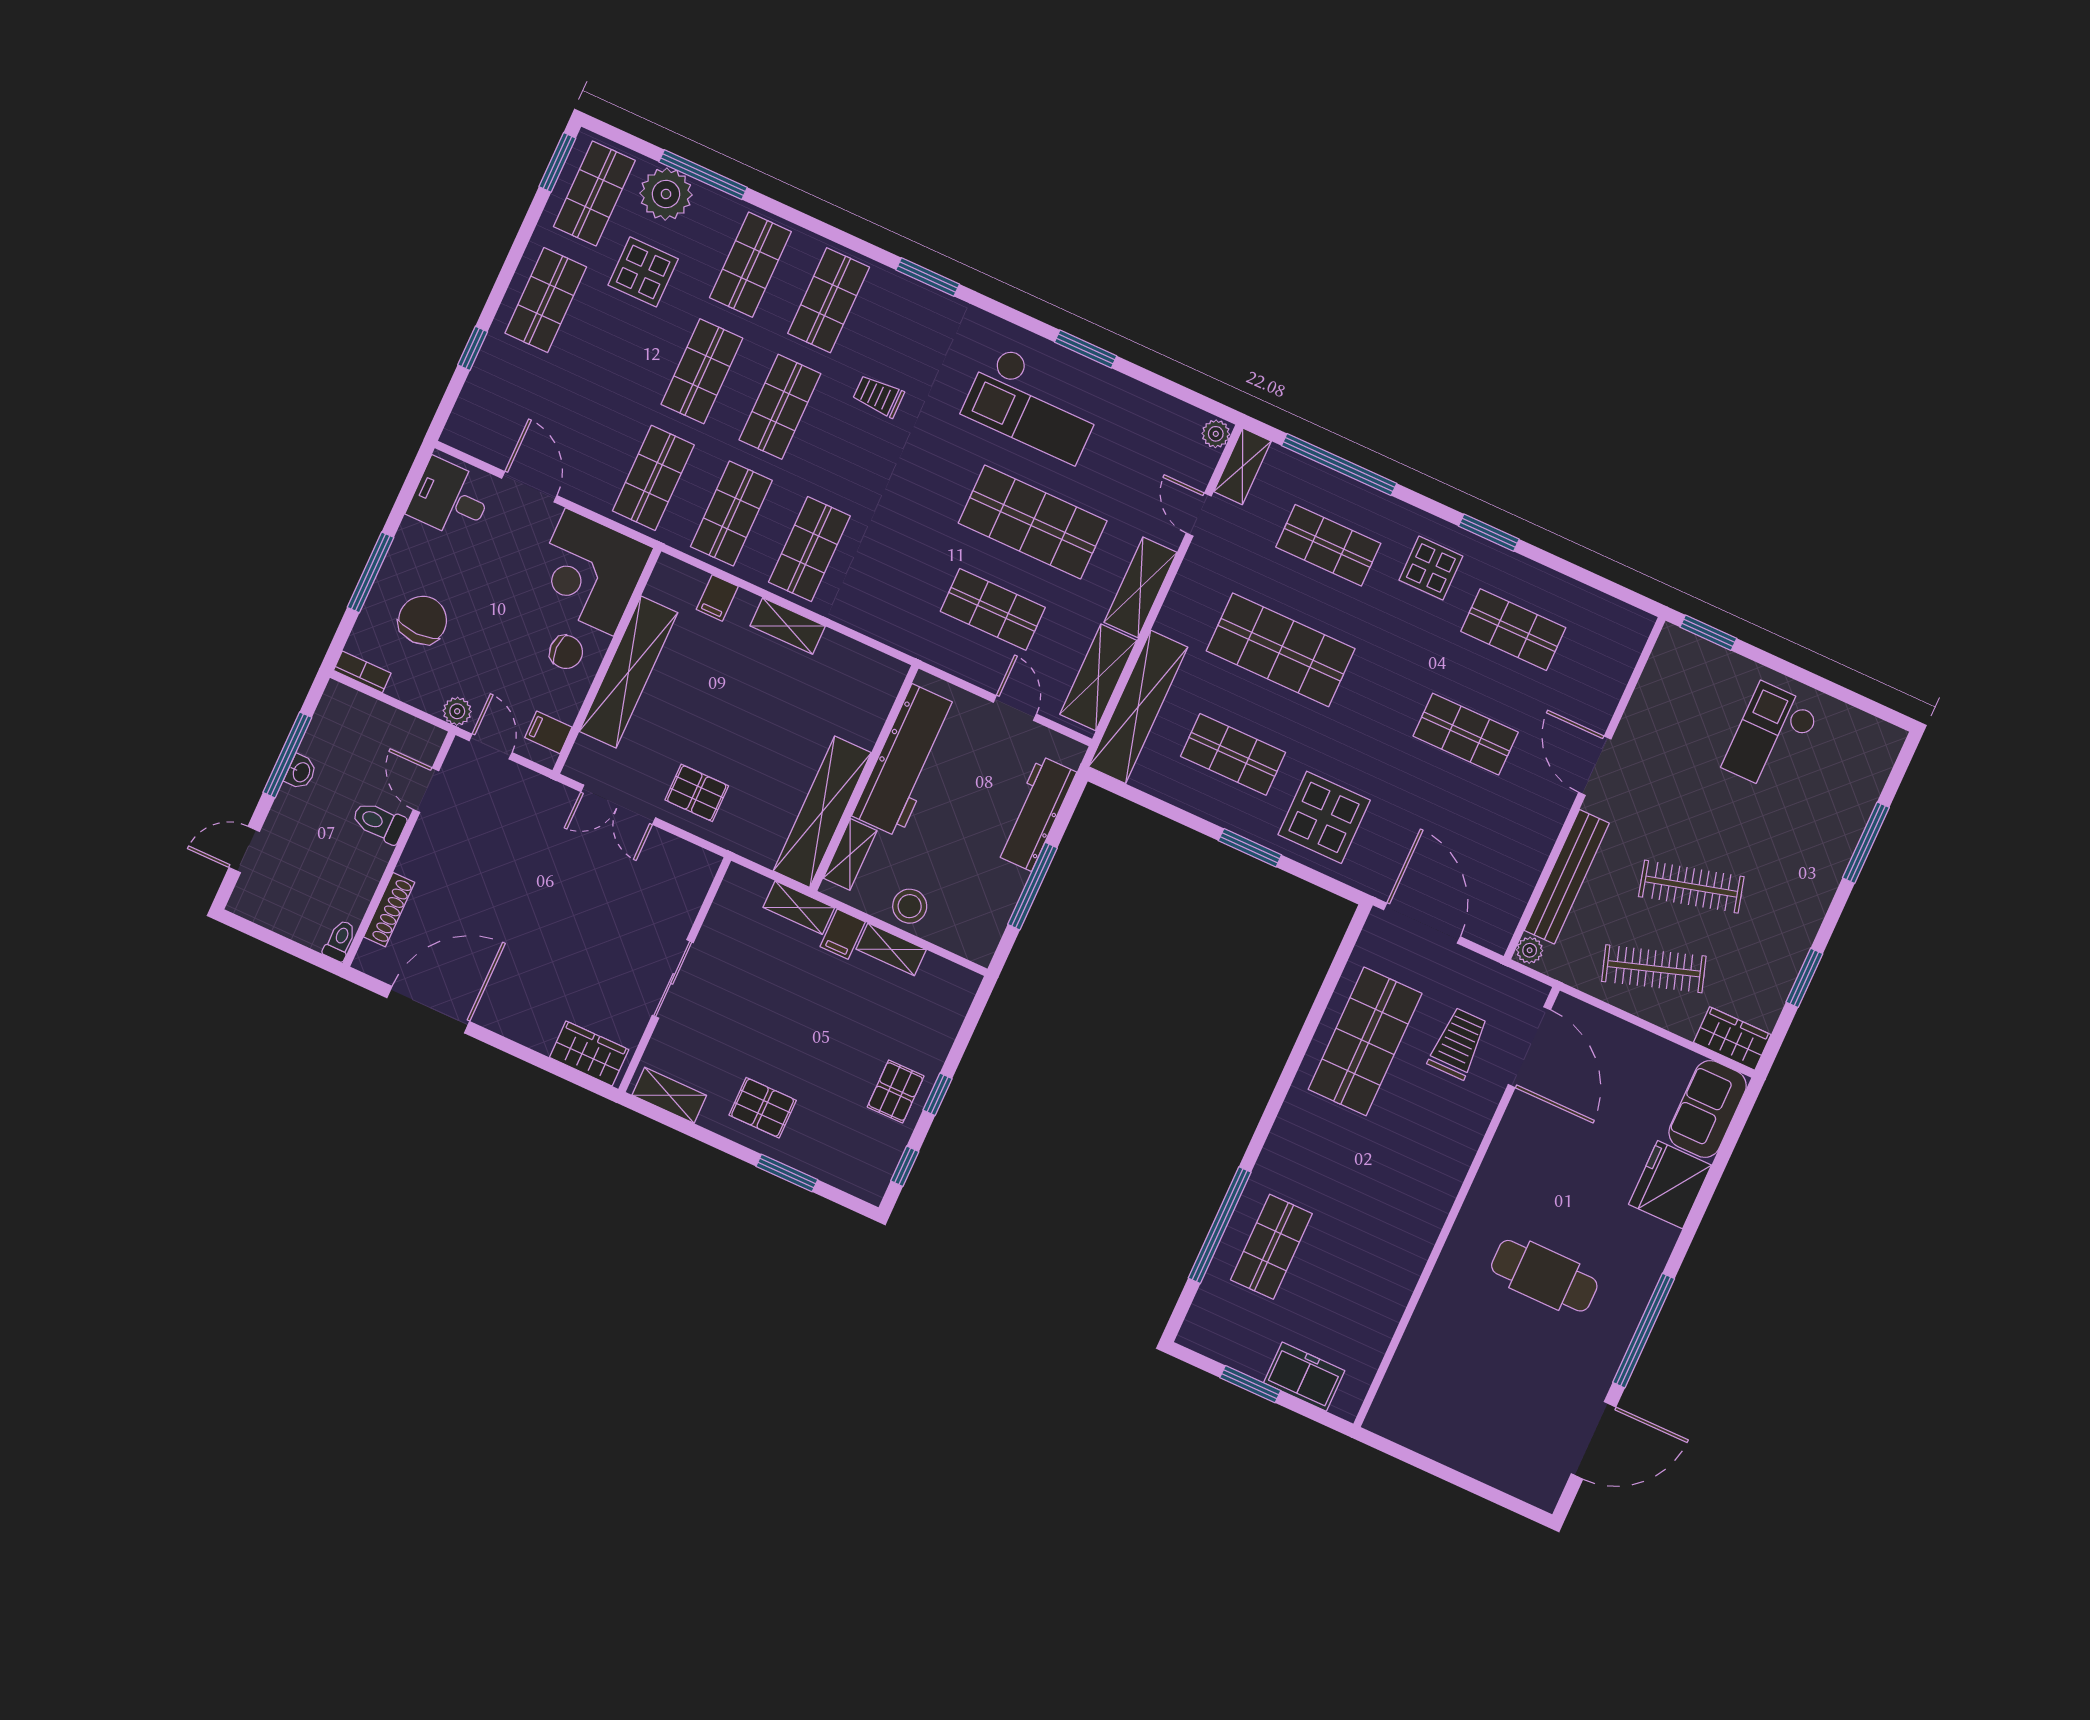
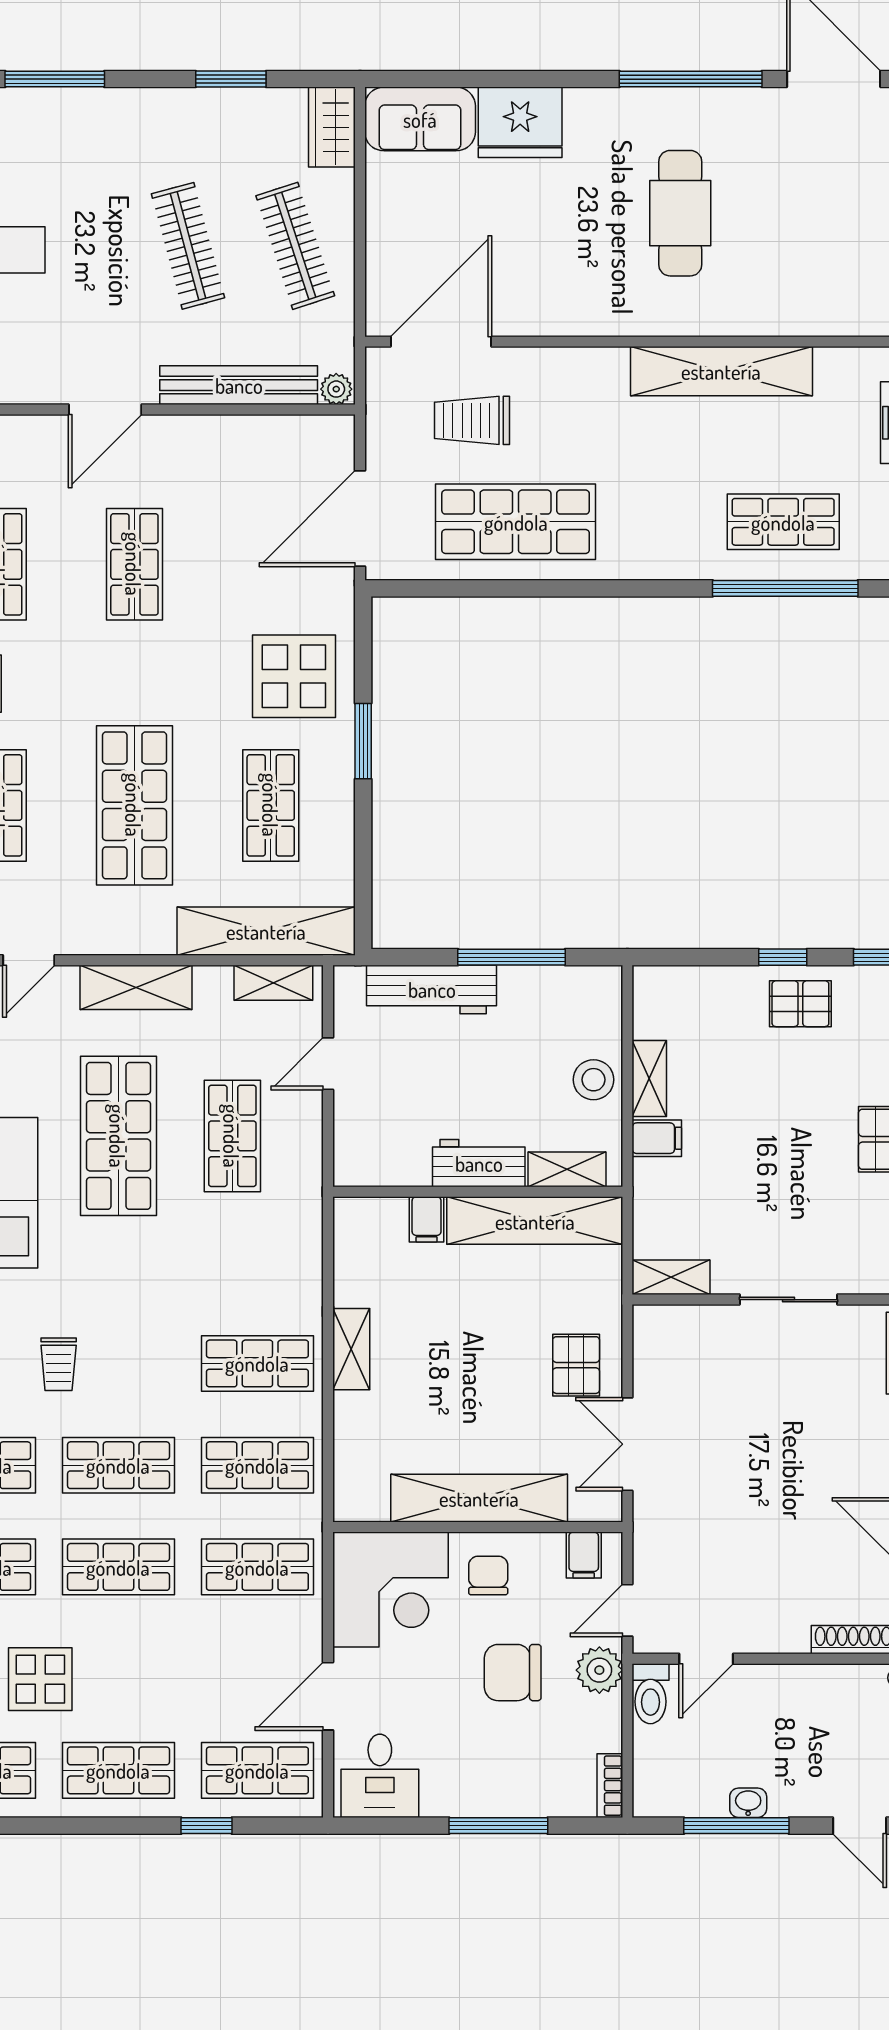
shop shelf: (497, 407) -> (257, 1770), added
filing cabinet: (717, 598) -> (427, 1219), moved, turned 90
chair: (423, 620) -> (513, 1673), moved
shelving: (1098, 677) -> (273, 983), width x0.67, depth x0.75
plant: (457, 711) -> (599, 1670), width x1.38, depth x1.38
workbench: (906, 761) -> (479, 1163), width x0.53, depth x0.76
double door: (618, 805) -> (627, 1444), swing flipped
toilet: (379, 822) -> (650, 1694), moved
shelving: (799, 908) -> (671, 1277), moved, turned 90
shelving: (1409, 1252) -> (721, 371), added

